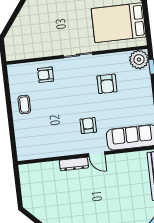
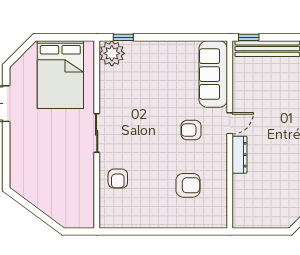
armchair: (107, 84) -> (188, 185), moved
coffee table: (24, 105) -> (154, 211), removed

